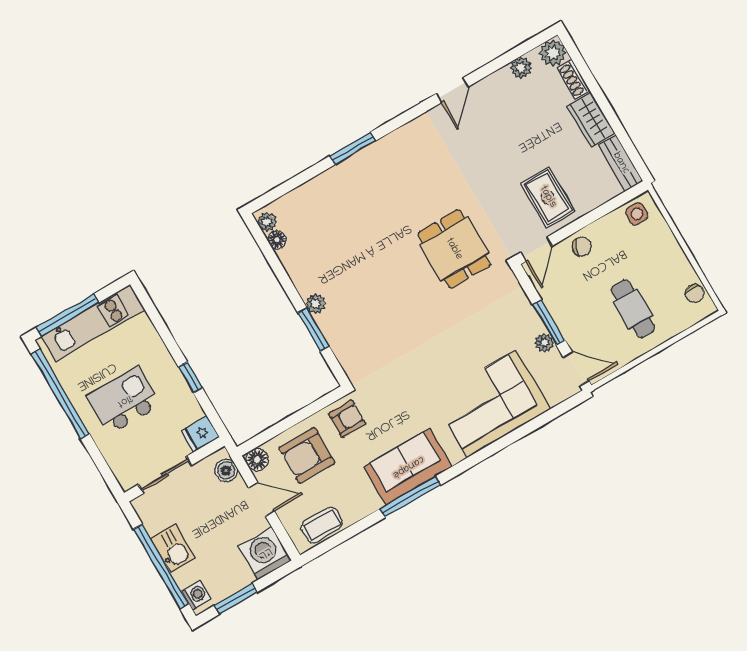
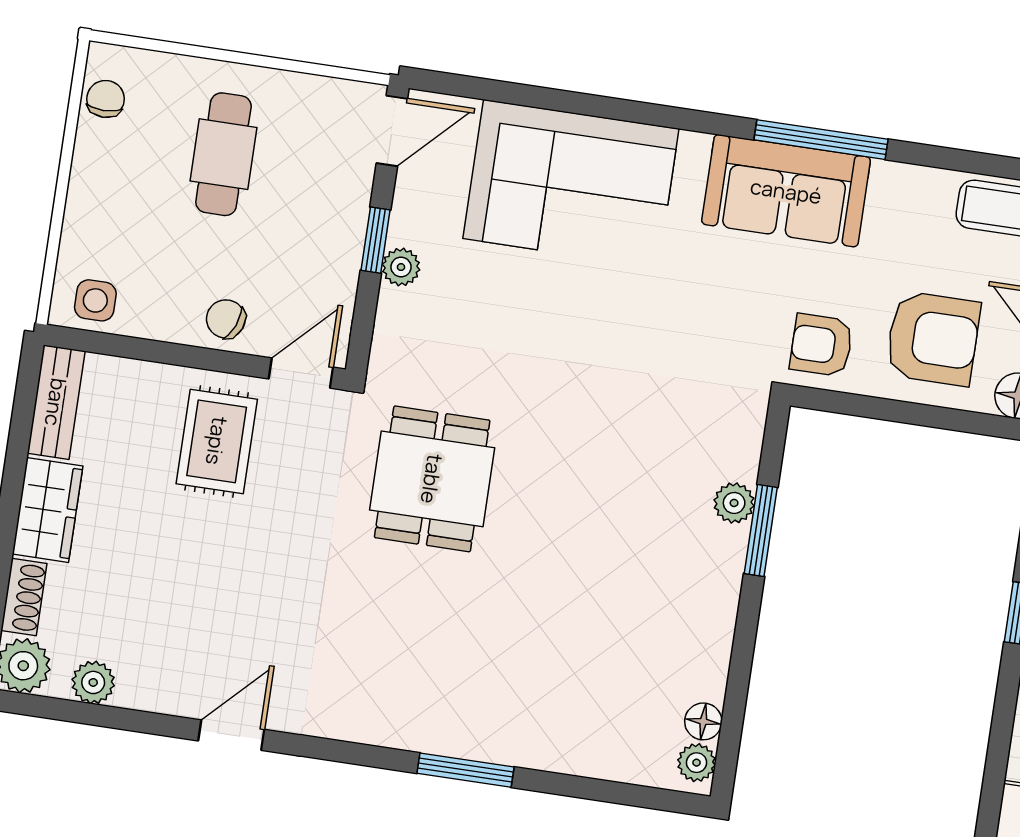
plant: (315, 304) -> (734, 503), moved
window: (549, 322) -> (376, 240), width x0.67
plant: (544, 343) -> (401, 267), moved
door: (576, 369) -> (392, 131), swing flipped

